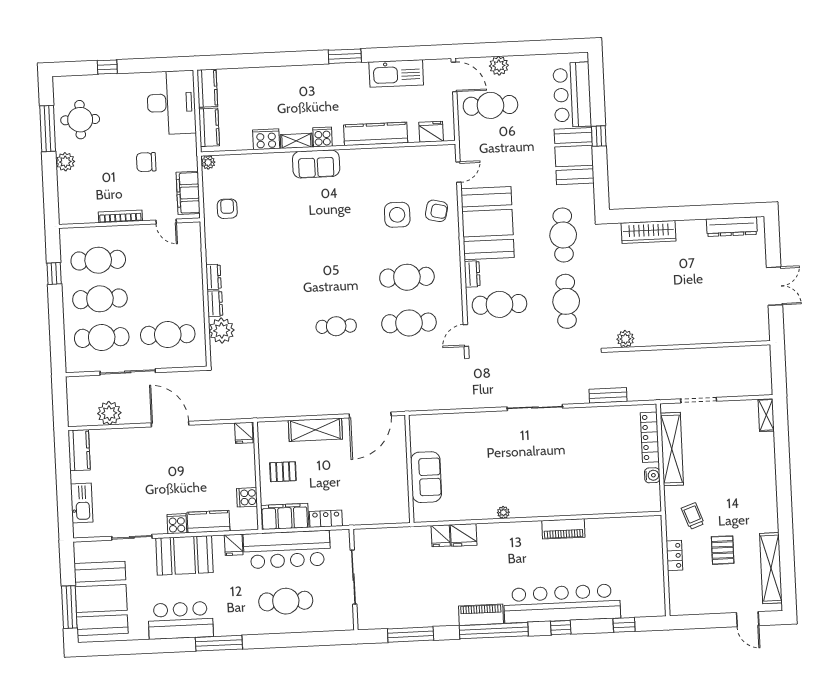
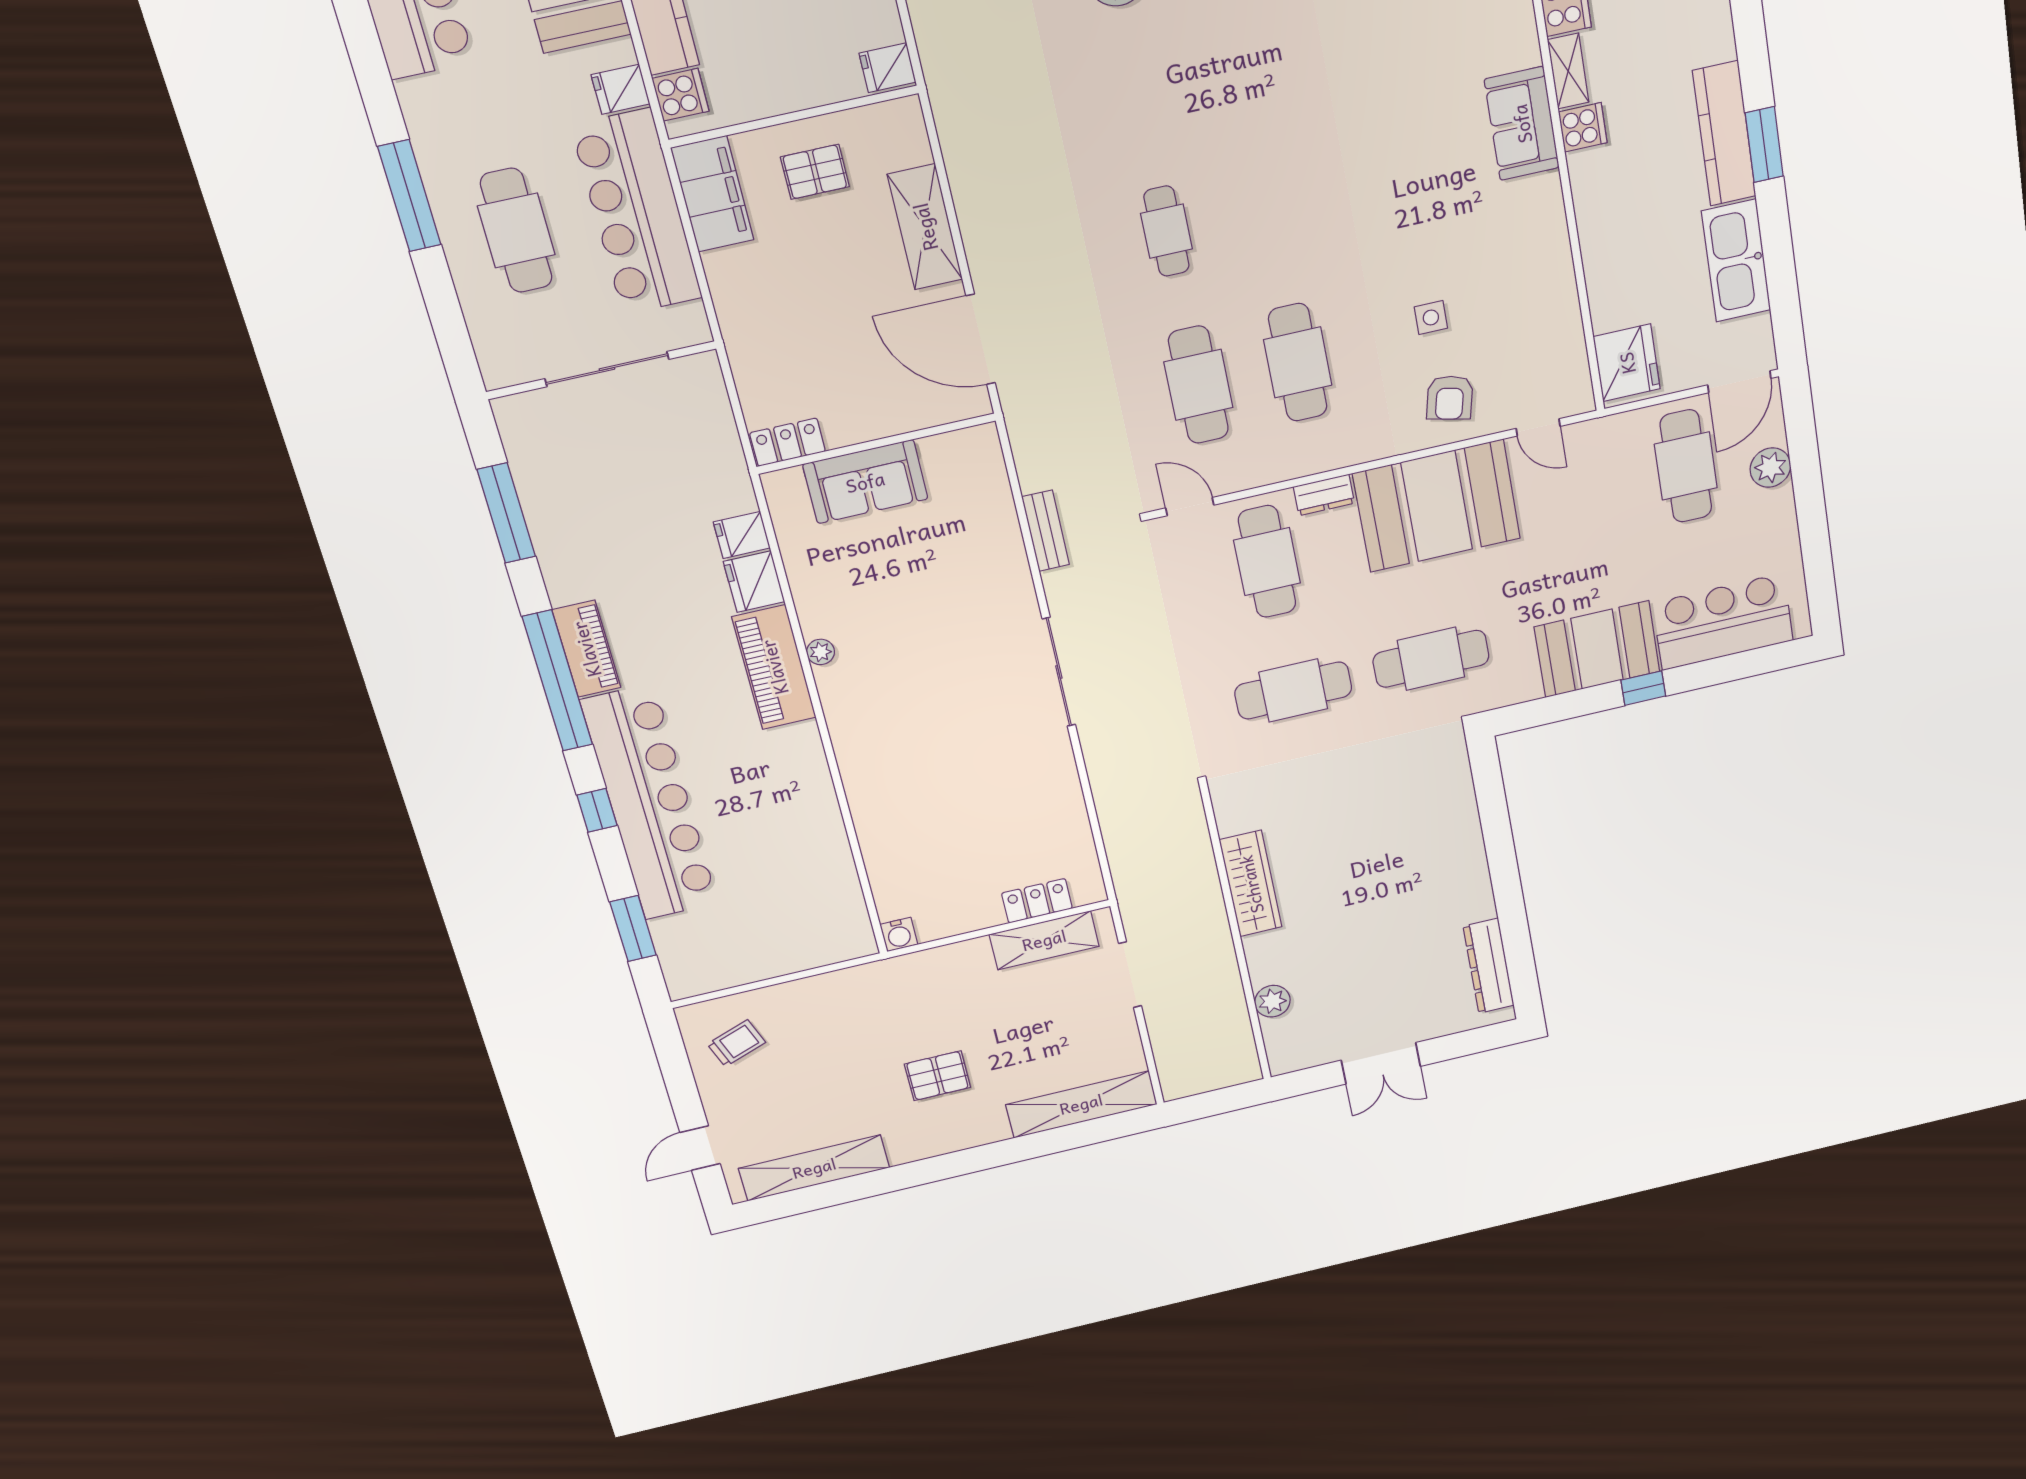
fridge: (431, 132) -> (1627, 363), width x1.36, depth x1.34
kitchen counter: (376, 134) -> (1724, 134), moved, turned 180
side table: (397, 215) -> (1431, 318), width x0.54, depth x0.54
wardrobe: (649, 232) -> (1251, 884), moved, turned 180
plant: (625, 339) -> (1272, 1001), moved
bench: (608, 395) -> (1046, 531), moved
shelving: (766, 415) -> (1081, 1104), width x2.20, depth x1.33
locker: (650, 437) -> (1037, 901), width x0.66
shelving: (672, 449) -> (1044, 940), width x0.68
pallet: (283, 472) -> (815, 172), turned 90
water cooler: (652, 475) -> (899, 934), moved
cooker: (247, 497) -> (680, 95), moved, turned 90
trolley: (693, 516) -> (736, 1043), moved
locker: (326, 519) -> (788, 442), moved, turned -90
piano: (563, 529) -> (774, 667), moved, width x1.37, depth x1.33
pallet: (723, 550) -> (937, 1076), moved
locker: (674, 556) -> (801, 993), removed
window: (624, 625) -> (633, 929), width x1.50
window: (219, 643) -> (409, 196), moved

